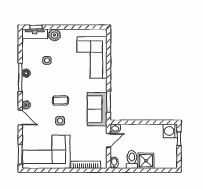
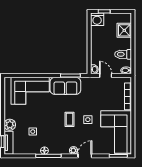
sofa: (97, 109) -> (65, 86), moved
shower: (146, 161) -> (124, 30), moved

